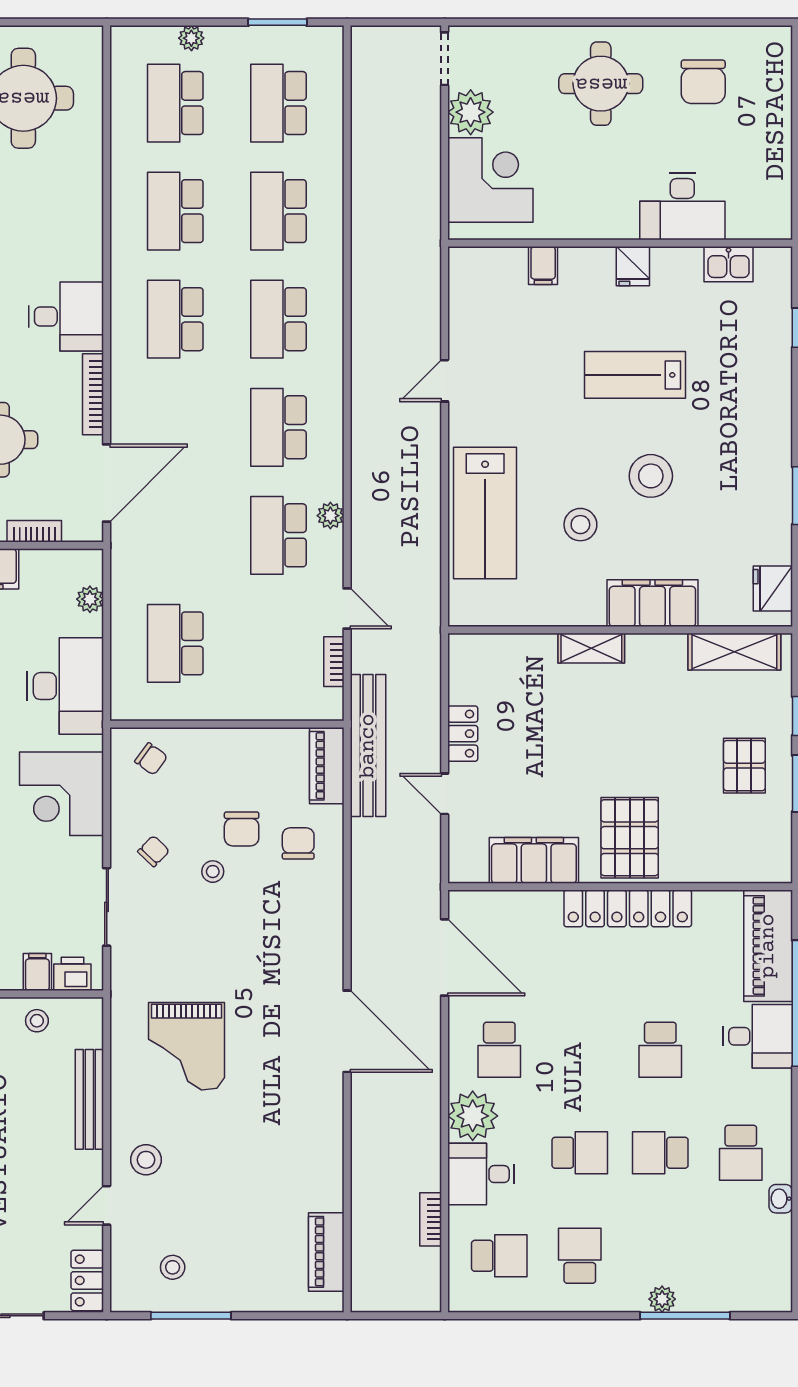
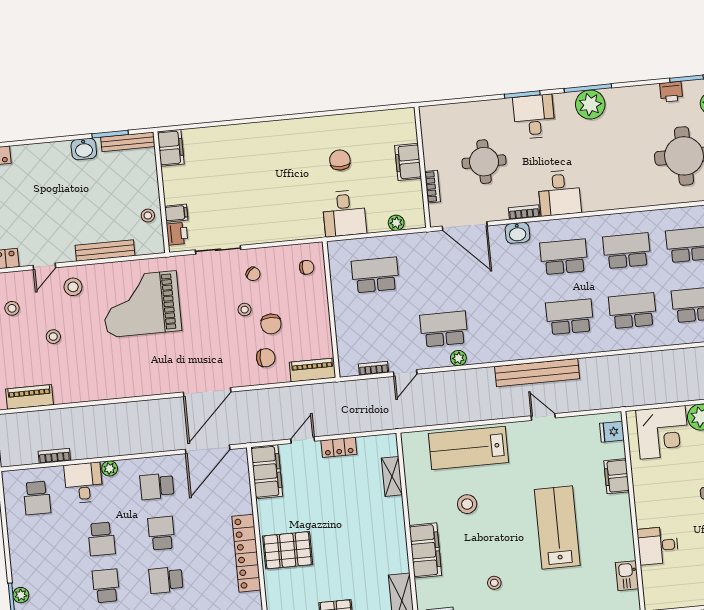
desk: (682, 207) -> (658, 546), width x0.73
filing cabinet: (543, 266) -> (617, 476), width x2.00
fridge: (633, 266) -> (612, 432), moved
lab bench: (635, 375) -> (557, 527), width x1.36, depth x1.39
bookcase: (93, 394) -> (524, 212), width x0.64
washbasin: (127, 394) -> (517, 233), added
school desk: (278, 427) -> (507, 323), removed
stool: (651, 476) -> (494, 583), moved, width x0.53, depth x0.53
shelving: (591, 648) -> (392, 476), moved
desk: (65, 686) -> (344, 213), width x0.73
bench: (368, 746) -> (537, 373), moved
chair: (151, 759) -> (307, 267), turned -126
corner desk: (61, 794) -> (281, 217), removed
chair: (242, 829) -> (271, 324), turned -90
filing cabinet: (534, 860) -> (267, 472), moved
door: (347, 1031) -> (207, 392), moved
grand piano: (186, 1046) -> (141, 304), width x1.37, depth x1.48
plant: (473, 1116) -> (110, 468), width x0.53, depth x0.53
stool: (227, 1202) -> (53, 337), added
door: (107, 1205) -> (44, 266), swing flipped
school desk: (580, 1256) -> (161, 533), moved, turned -90

